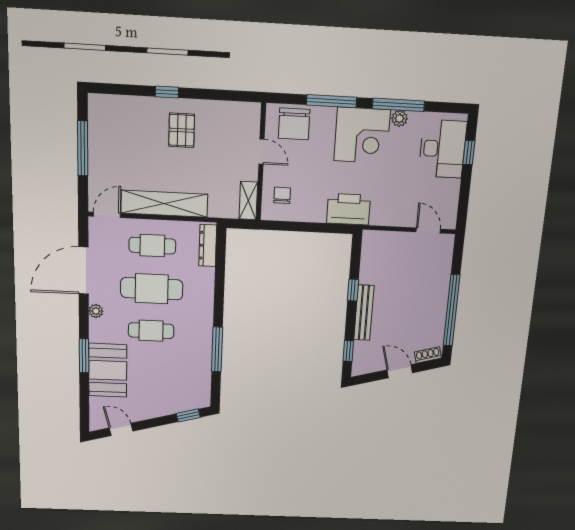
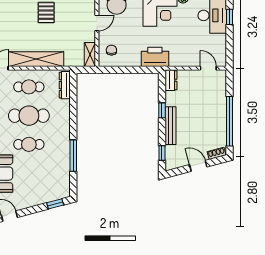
door: (261, 151) -> (97, 23), hinge flipped
dresser: (370, 246) -> (171, 80), added

